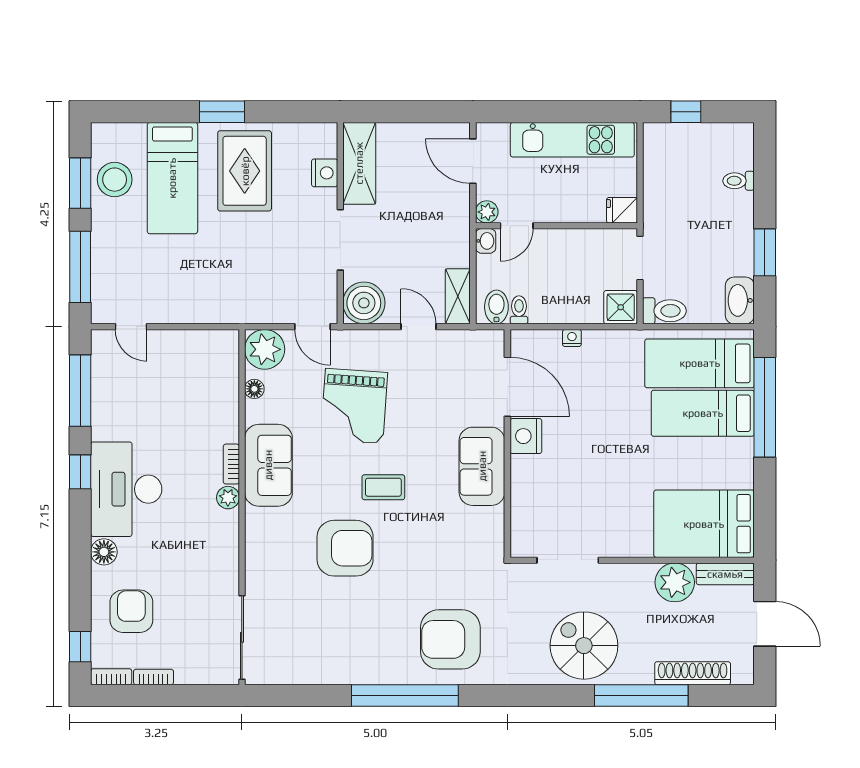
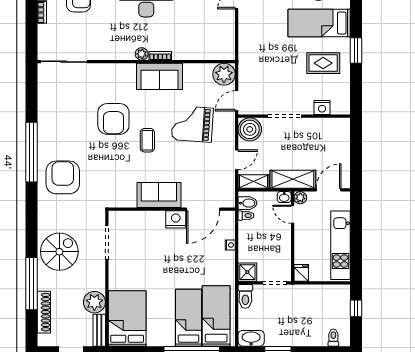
shelving: (359, 163) -> (293, 179), moved
rug: (245, 171) -> (323, 63), width x0.73, depth x0.70
toilet: (739, 181) -> (333, 338), moved
floor lamp: (254, 389) -> (202, 69), removed

